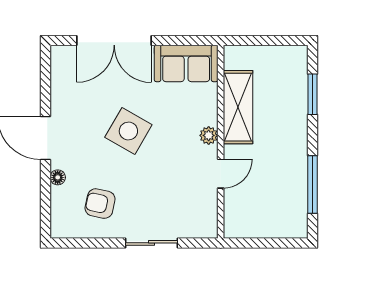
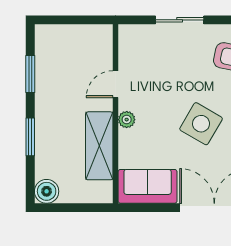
boiler: (295, 58) -> (47, 191), added
window: (313, 94) -> (30, 137), moved
window: (313, 185) -> (30, 74), width x0.69

